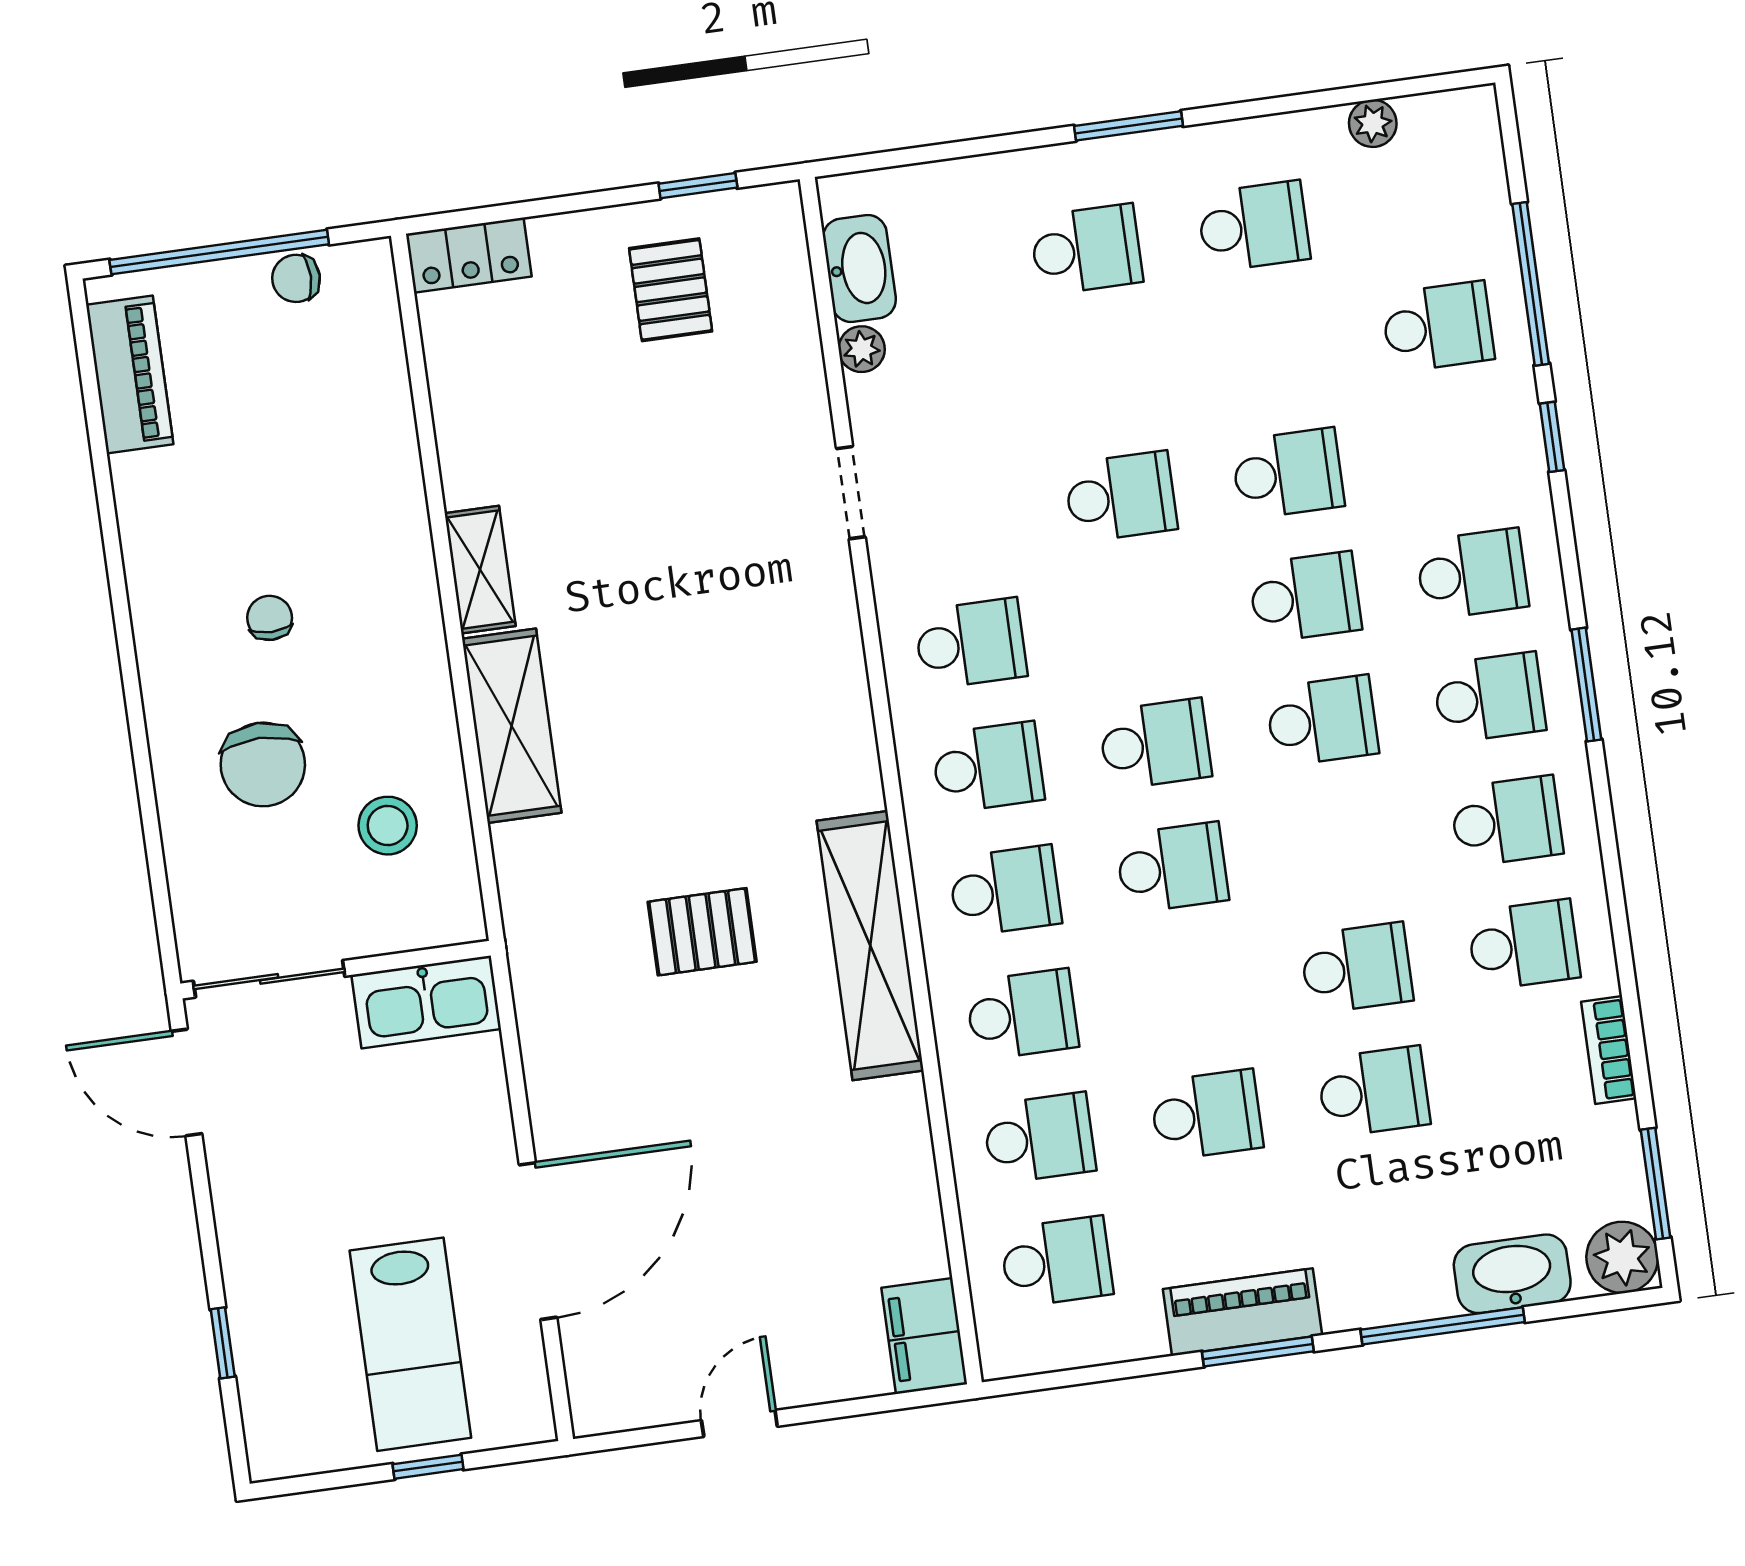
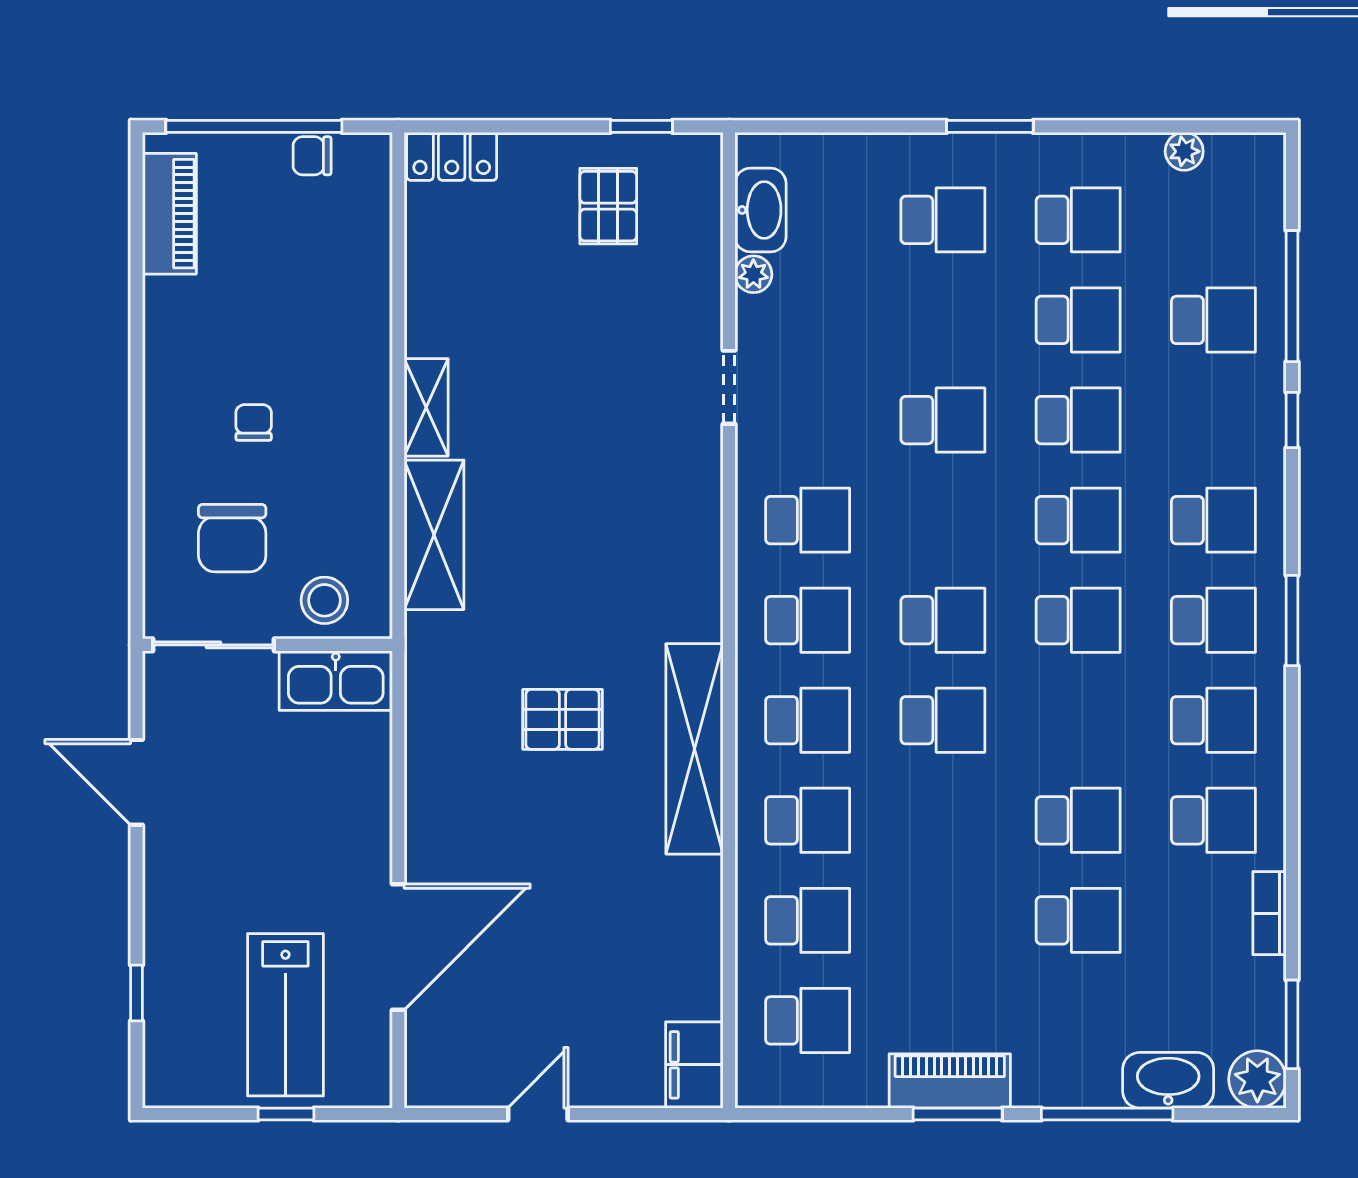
wall: (336, 970) -> (267, 645), moved
sliding door: (269, 979) -> (213, 645), moved
kitchen sink: (426, 1002) -> (336, 681), moved
school desk: (1206, 1115) -> (1078, 320), moved

